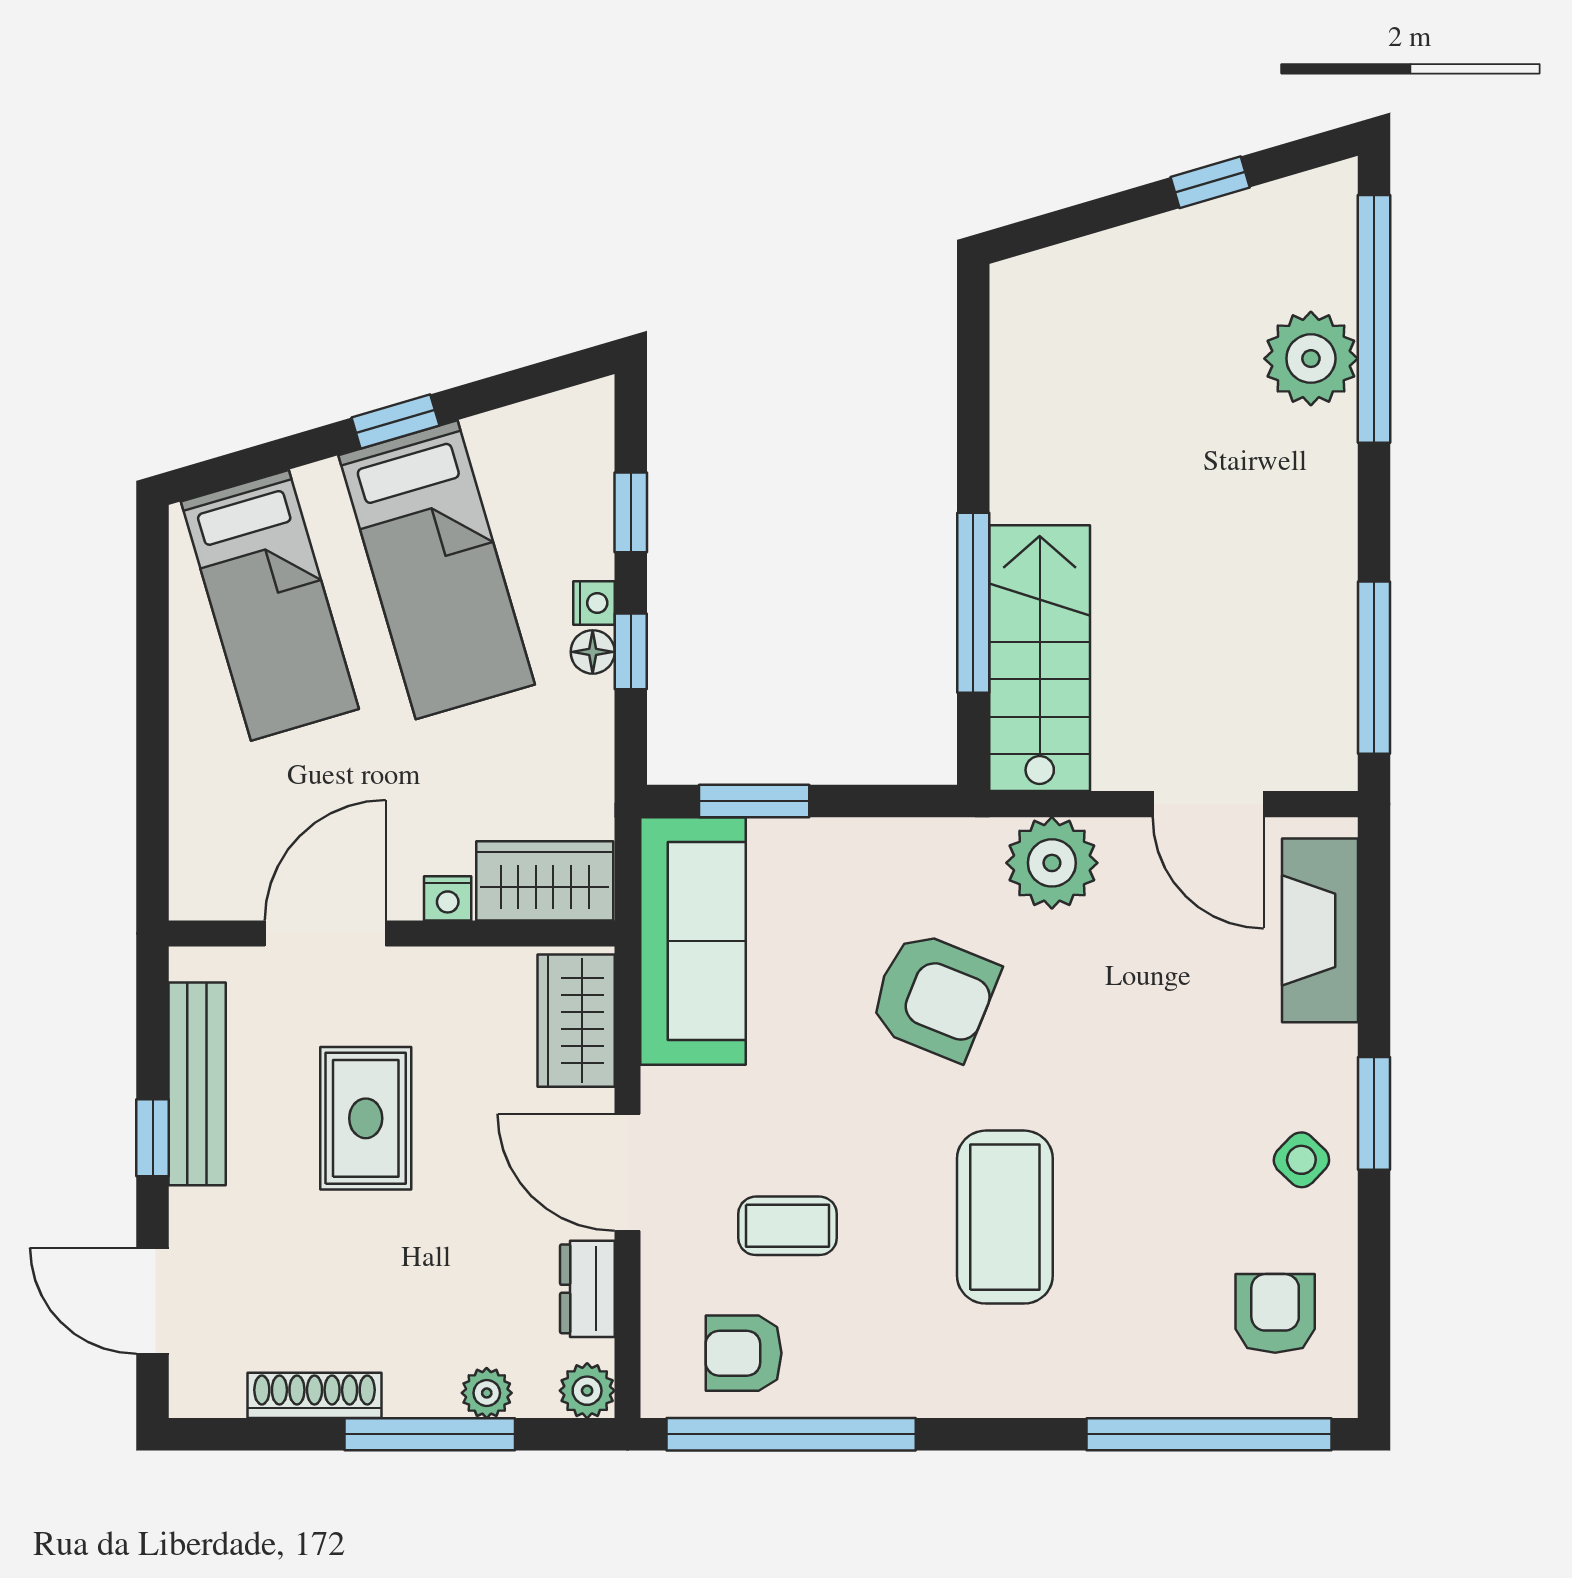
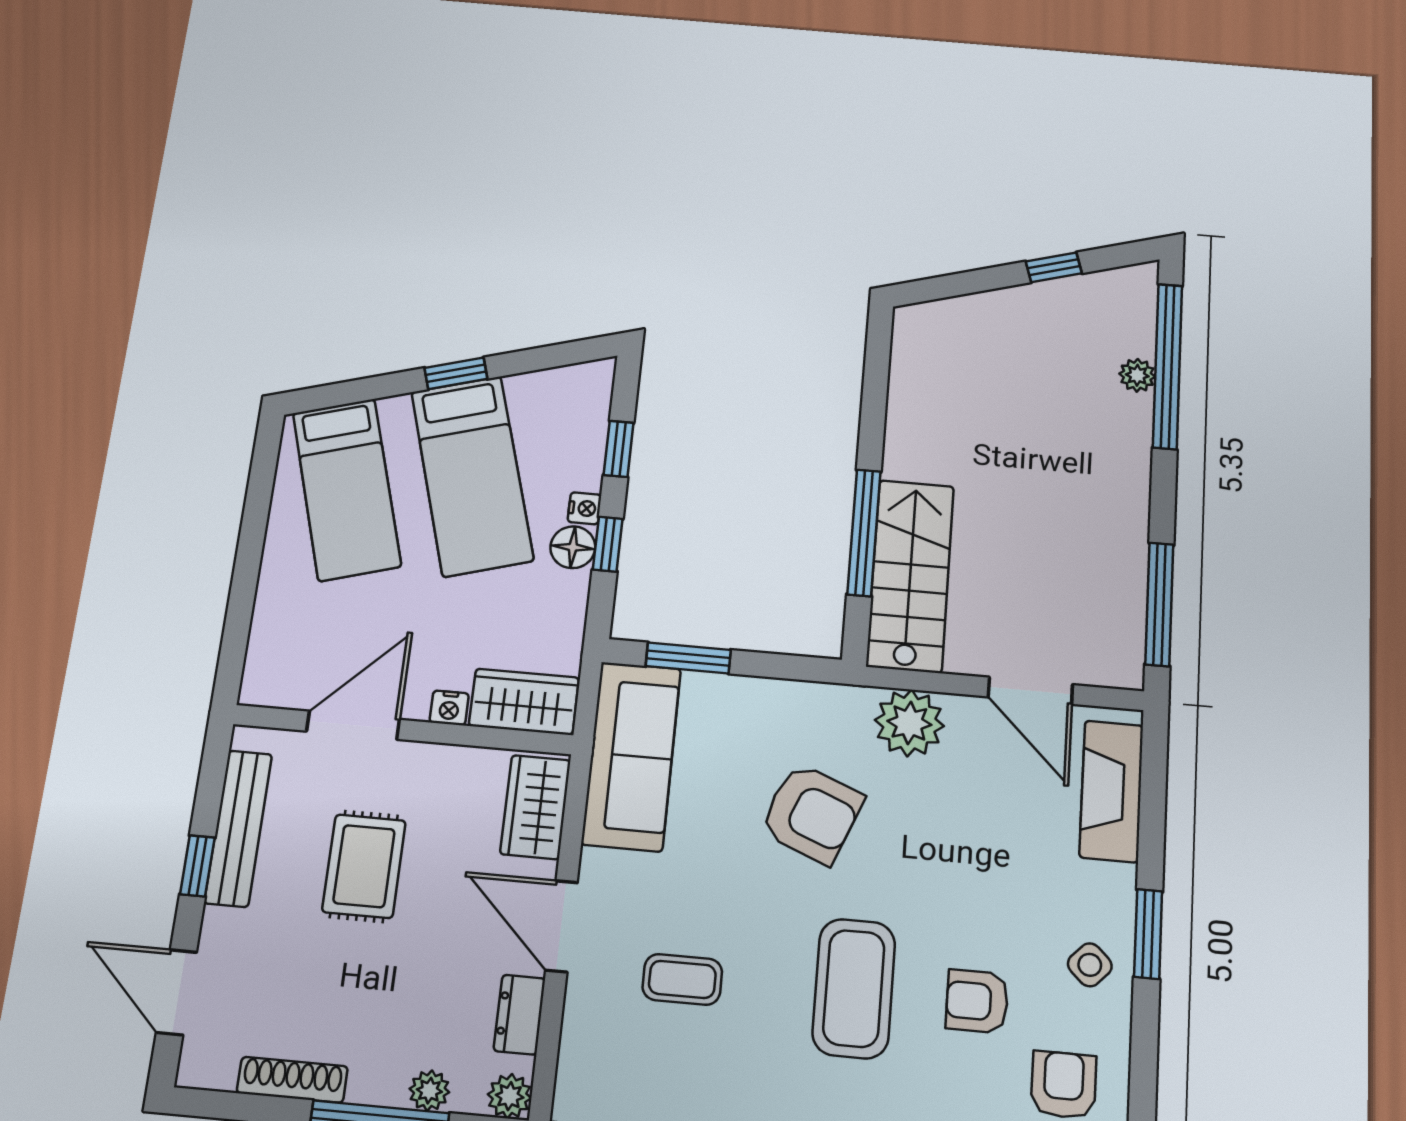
plant: (1311, 359) -> (1137, 375), width x0.53, depth x0.53
floor lamp: (593, 652) -> (573, 547), width x1.37, depth x1.37
armchair: (744, 1353) -> (977, 1001), moved

